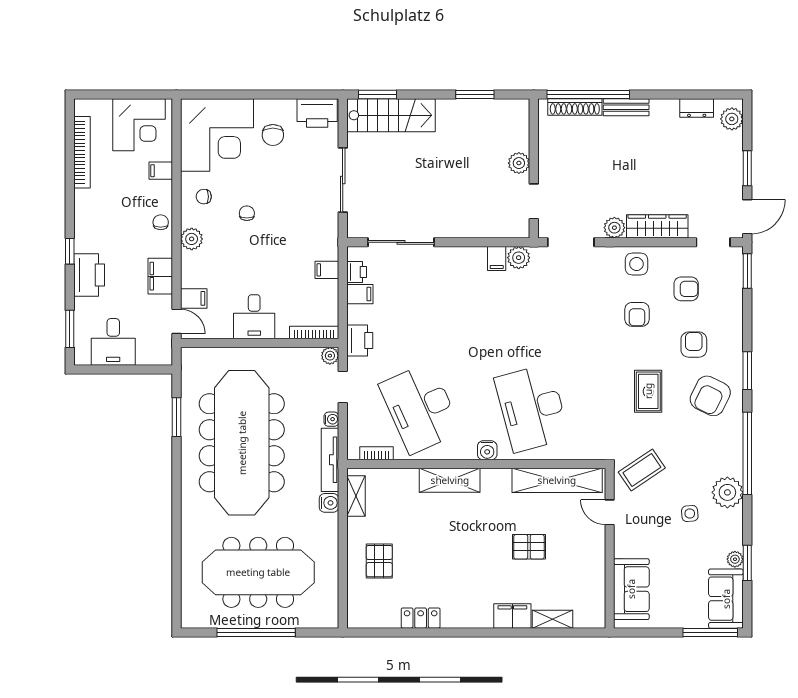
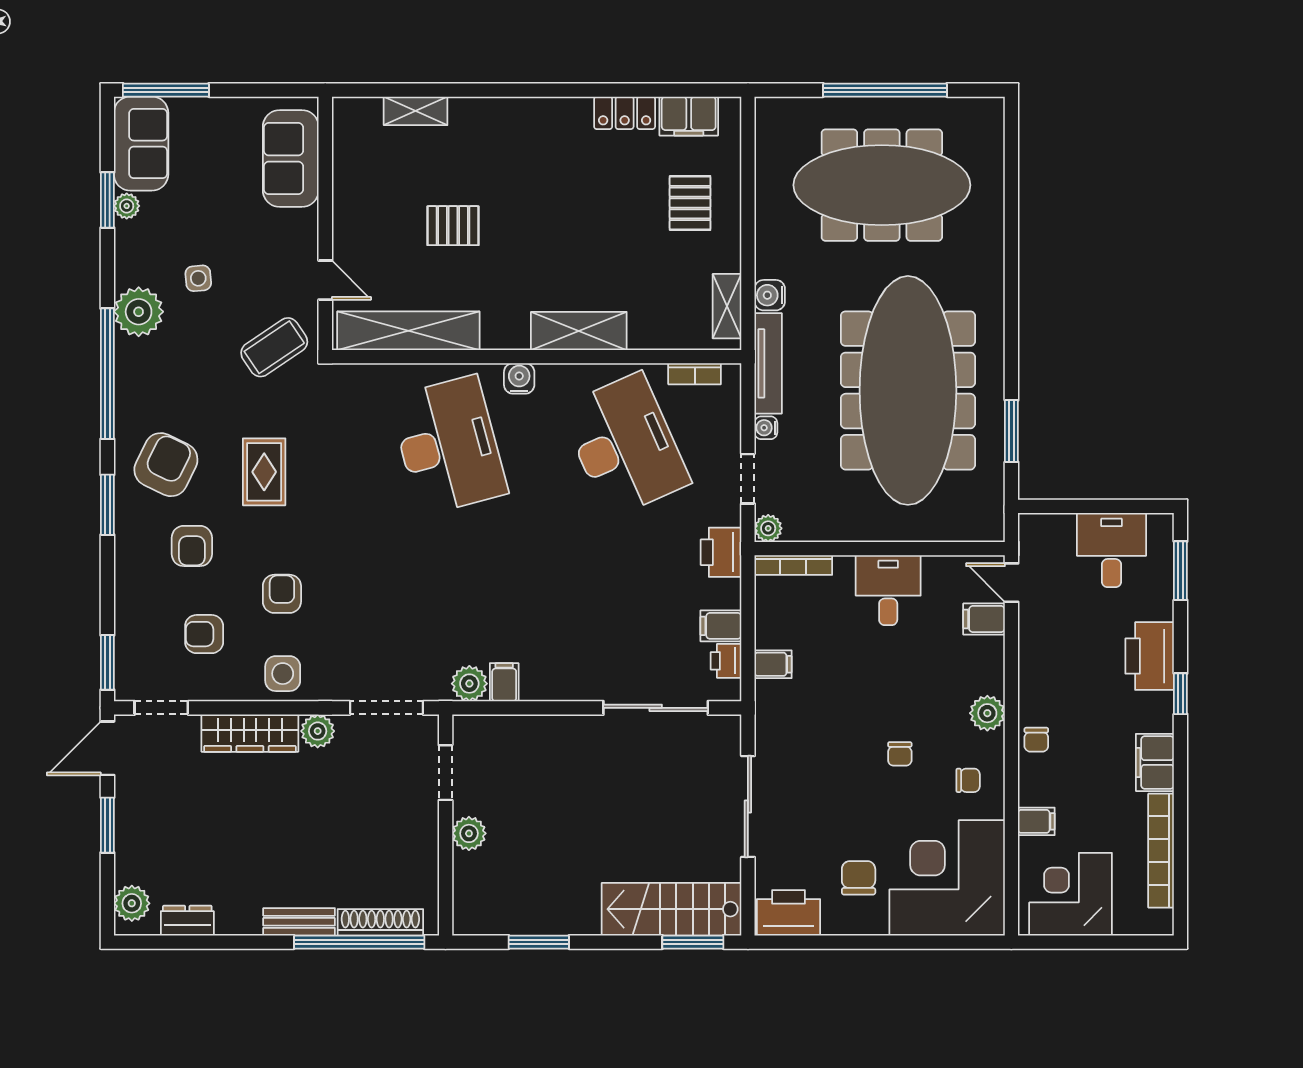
filing cabinet: (160, 276) -> (1155, 762), moved, turned 180
filing cabinet: (512, 616) -> (689, 116), moved

